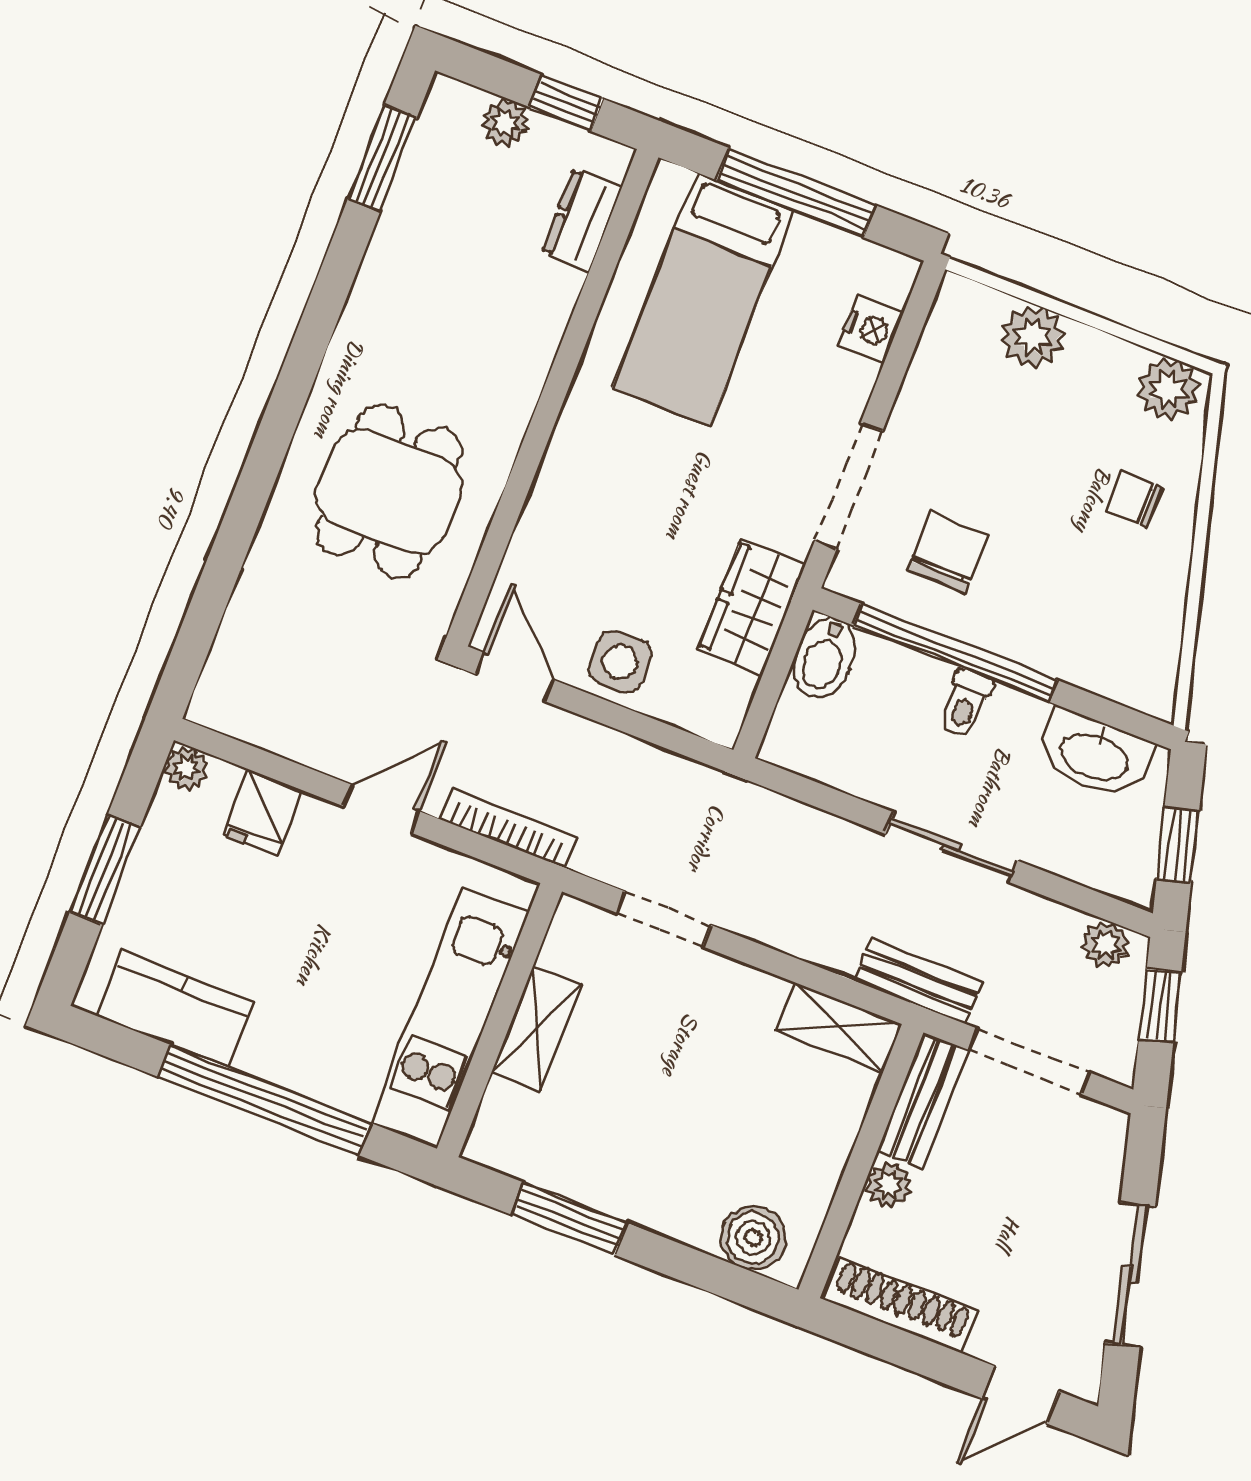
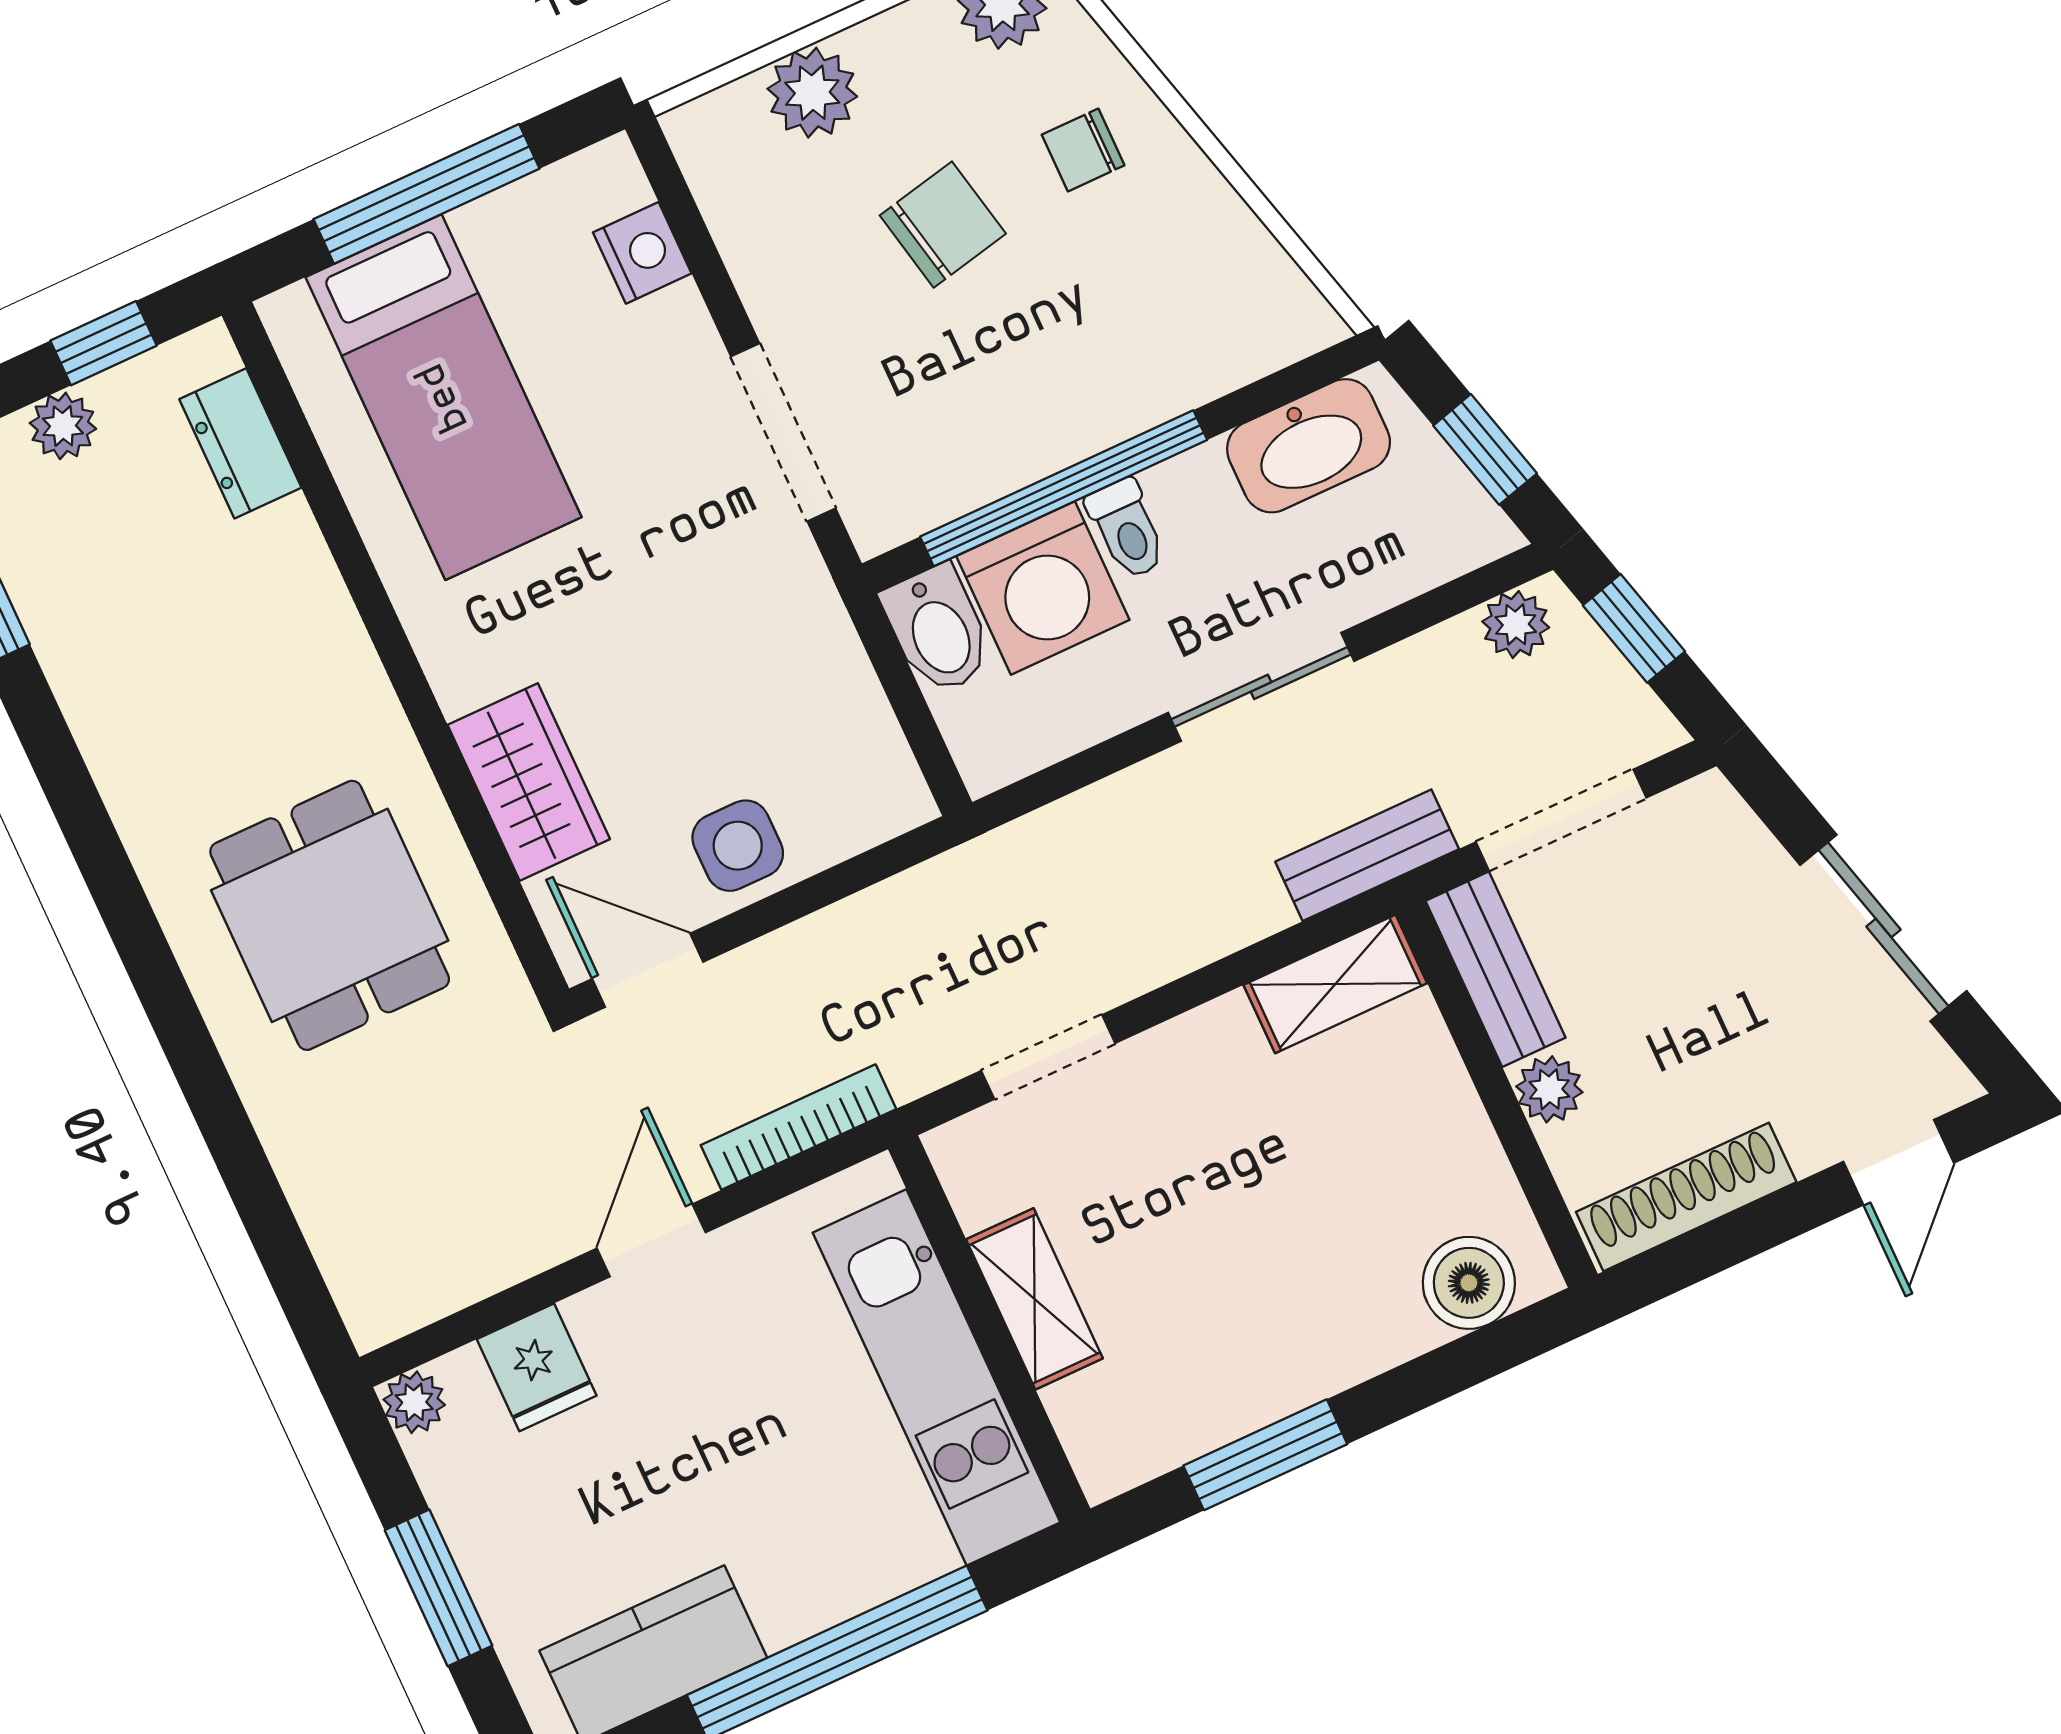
chair: (948, 553) -> (943, 225), moved, turned 78
wardrobe: (752, 607) -> (529, 782), moved, turned 180
washing machine: (896, 691) -> (1043, 588), added

